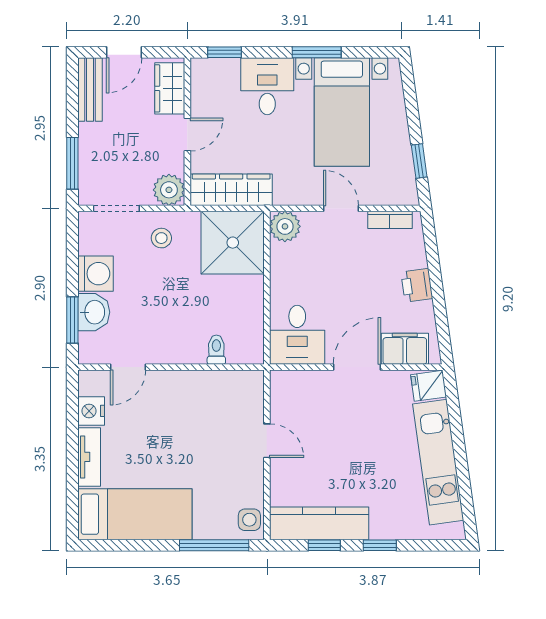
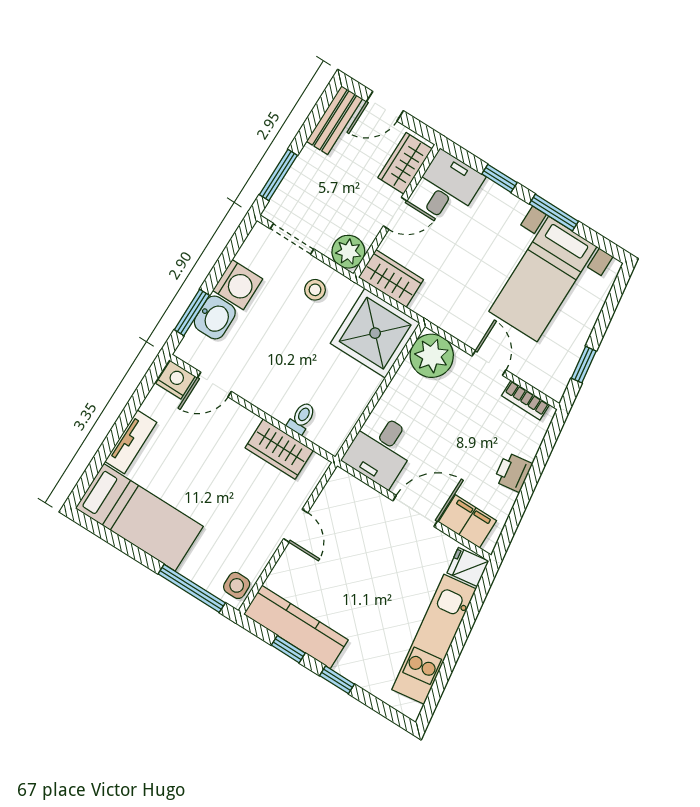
window: (224, 52) -> (499, 178), moved
desk: (267, 86) -> (447, 187), moved
wardrobe: (231, 190) -> (391, 278), width x0.67
plant: (285, 226) -> (432, 356), width x1.36, depth x1.36
wardrobe: (214, 387) -> (279, 449), added
nightstand: (91, 411) -> (176, 380), moved, turned 90

